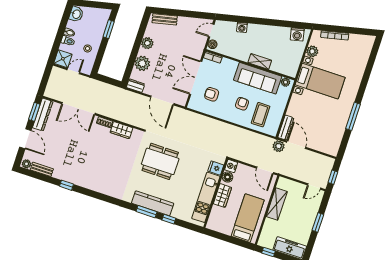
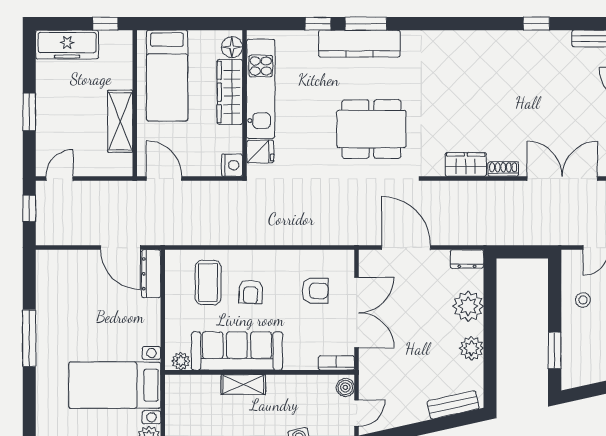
plant: (279, 146) -> (153, 234), removed
floor lamp: (228, 177) -> (232, 47), moved
wardrobe: (222, 196) -> (230, 92), width x1.50

